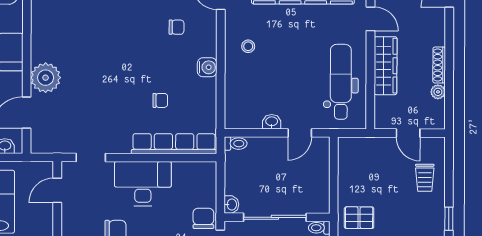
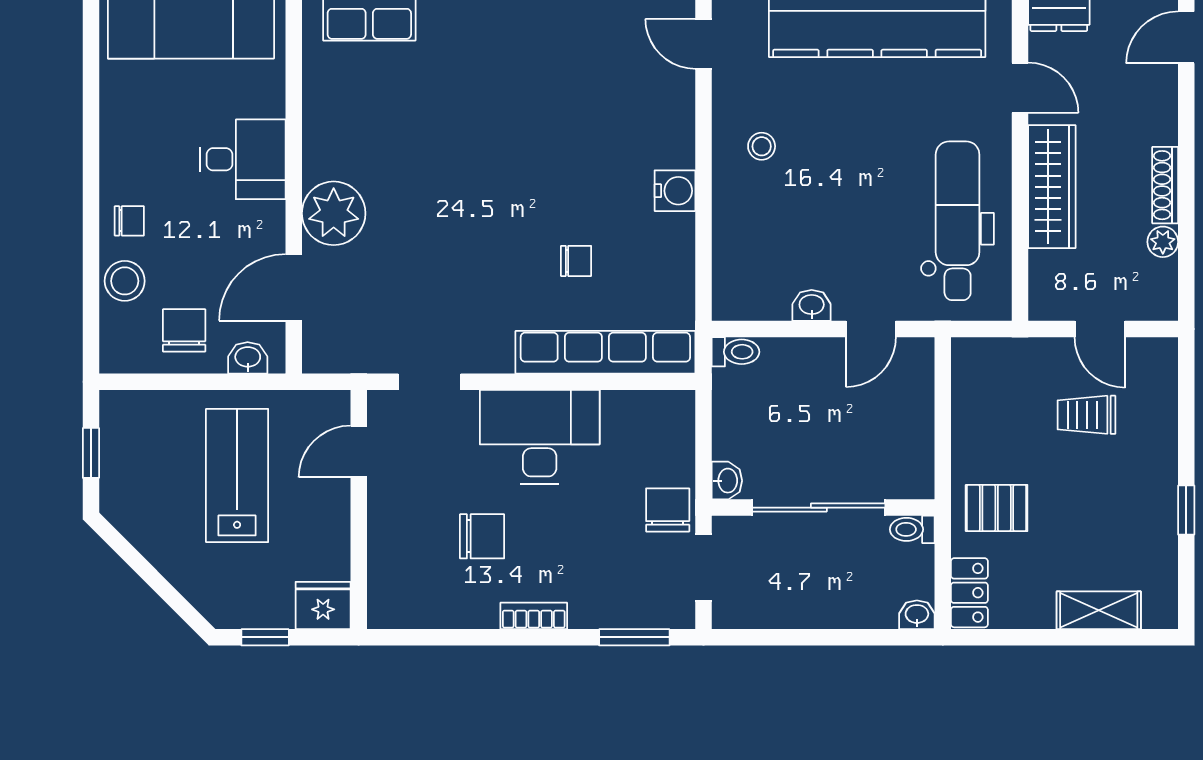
chair: (177, 27) -> (610, 106), removed
trolley: (425, 178) -> (1086, 415), moved, turned 90

